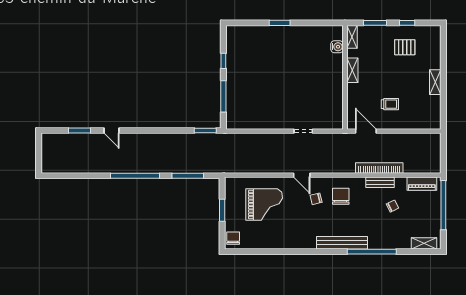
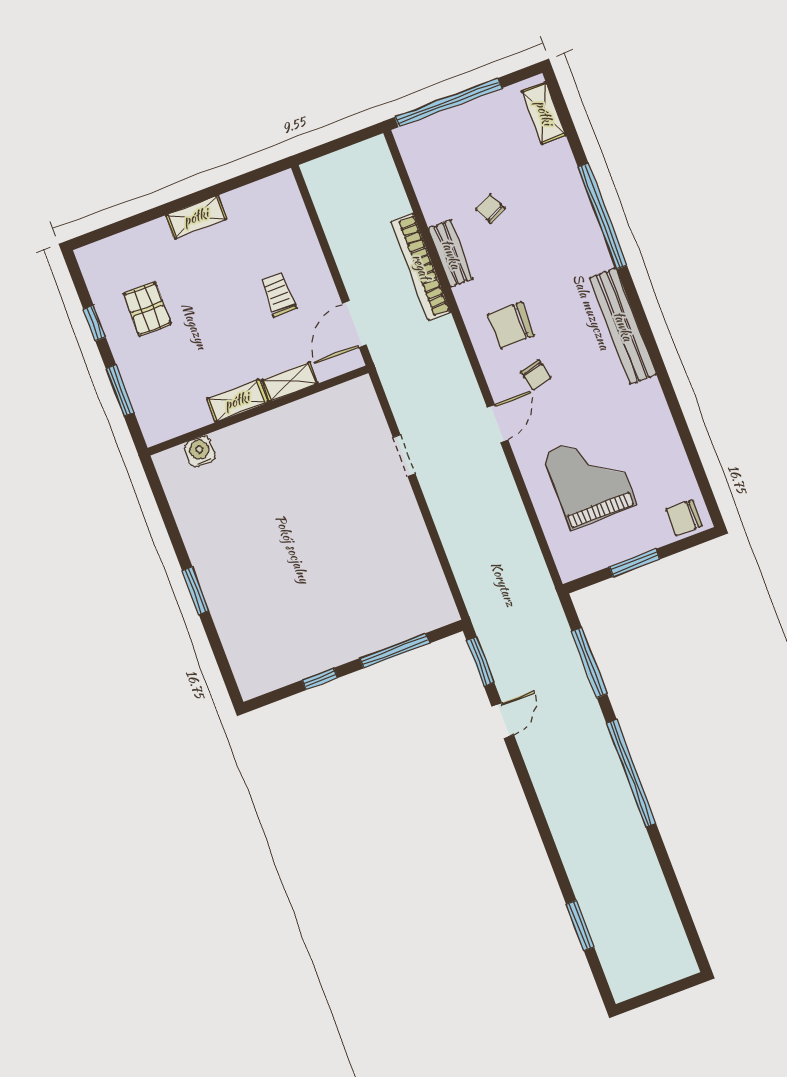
shelving: (352, 37) -> (290, 382), moved
door: (112, 131) -> (503, 721), moved
piano: (422, 184) -> (420, 165), removed
bench: (342, 243) -> (623, 326), moved

